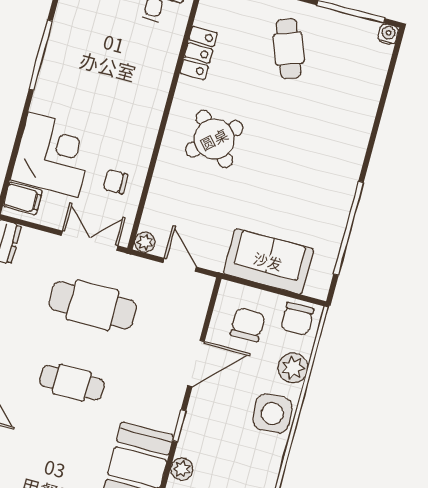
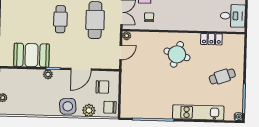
kitchen unit: (357, 122) -> (198, 112), added
round table: (214, 139) -> (177, 54), turned -31
sofa: (268, 261) -> (131, 89), removed
door: (196, 363) -> (81, 69), hinge flipped
plant: (182, 469) -> (48, 74), moved

